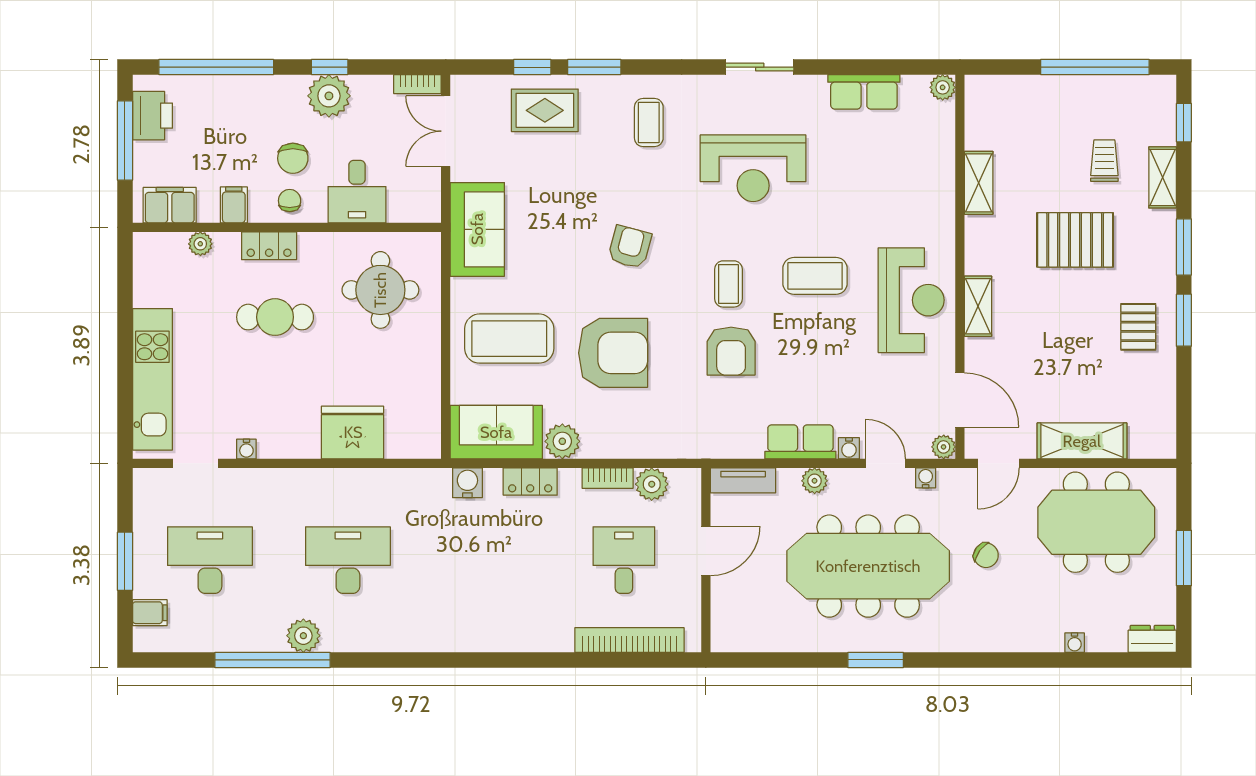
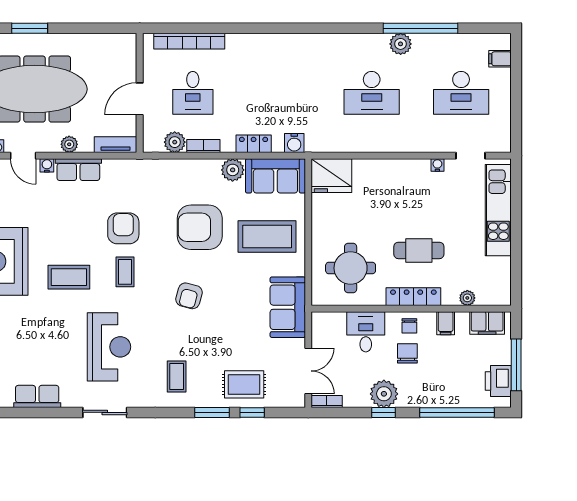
reception desk: (753, 168) -> (109, 347), turned 90
locker: (269, 246) -> (413, 297), width x1.53
fridge: (353, 432) -> (331, 176), moved
window: (125, 561) -> (516, 92), removed

